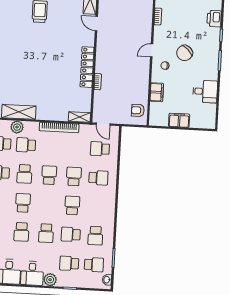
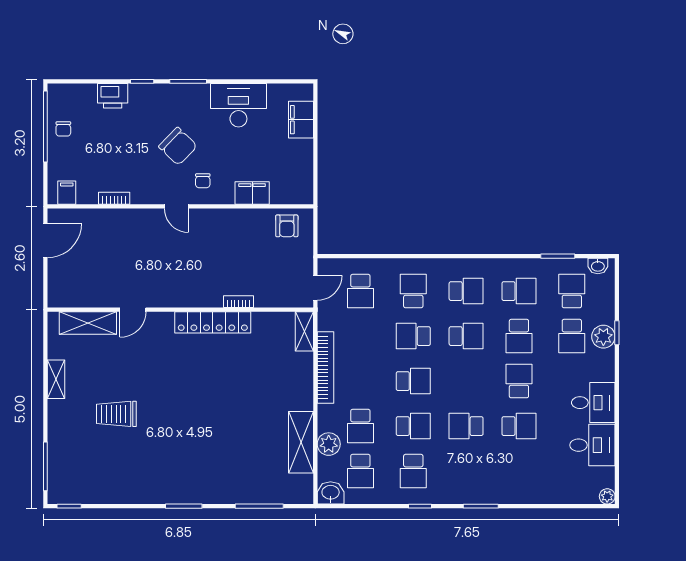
desk: (205, 91) -> (238, 105), width x1.37
filing cabinet: (179, 120) -> (301, 120), moved
school desk: (49, 175) -> (413, 381), turned 180
school desk: (72, 205) -> (466, 336), turned 180
school desk: (97, 207) -> (466, 291), added
school desk: (46, 233) -> (519, 381), turned -90
plant: (50, 280) -> (603, 337), moved

